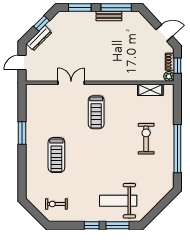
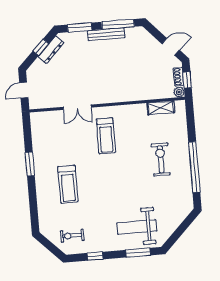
bench: (109, 16) -> (106, 34), width x1.36
dresser: (39, 38) -> (51, 50), moved
double door: (71, 83) -> (77, 107), swing flipped
window: (92, 225) -> (95, 256), moved

